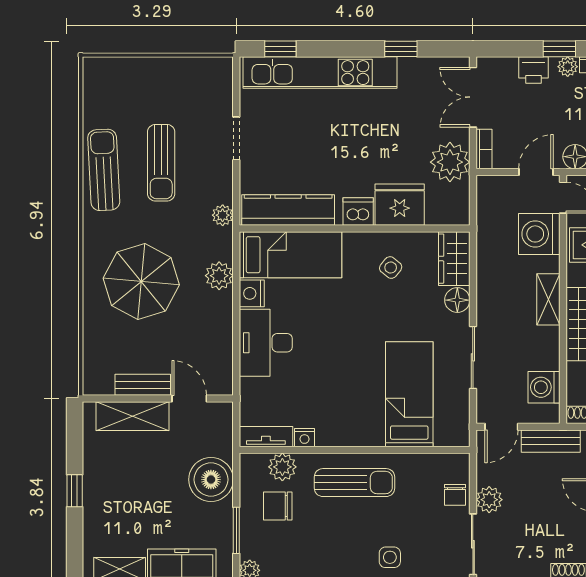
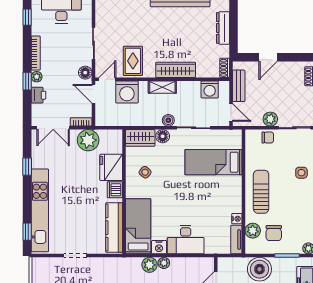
plant: (223, 215) -> (164, 263), moved
boiler: (487, 311) -> (168, 120), added

